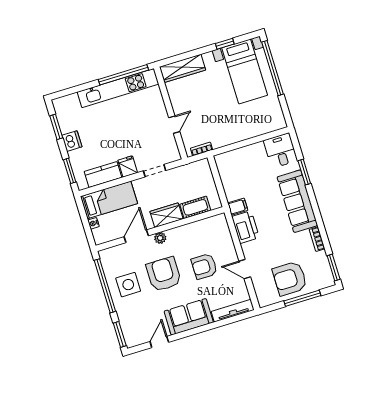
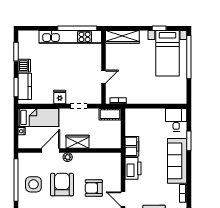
kitchen counter: (103, 175) -> (25, 86), moved, turned 90
cot: (195, 207) -> (110, 114), moved
filing cabinet: (238, 207) -> (132, 146), width x2.00

